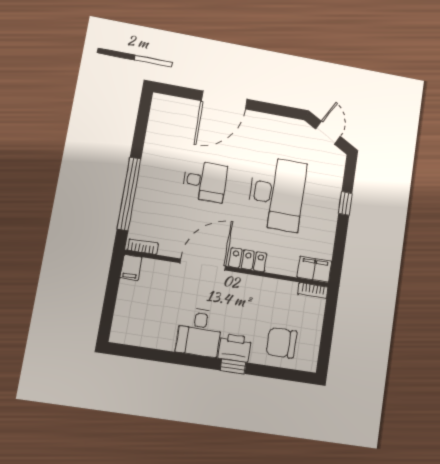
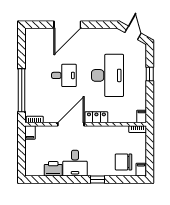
filing cabinet: (314, 269) -> (142, 116), width x0.50
printer: (235, 348) -> (53, 169), moved
filing cabinet: (308, 360) -> (141, 170), added

